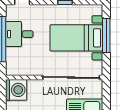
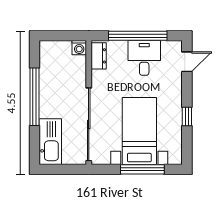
dresser: (18, 70) -> (99, 56), added
washing machine: (16, 90) -> (79, 48), width x0.53, depth x0.53

